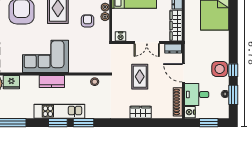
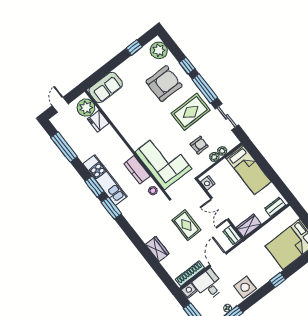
wardrobe: (176, 26) -> (249, 226), width x0.67
corner sofa: (46, 56) -> (163, 160), moved
window: (233, 70) -> (278, 280), moved
rug: (140, 77) -> (186, 225), turned 90
kitchen counter: (52, 81) -> (137, 170), moved

